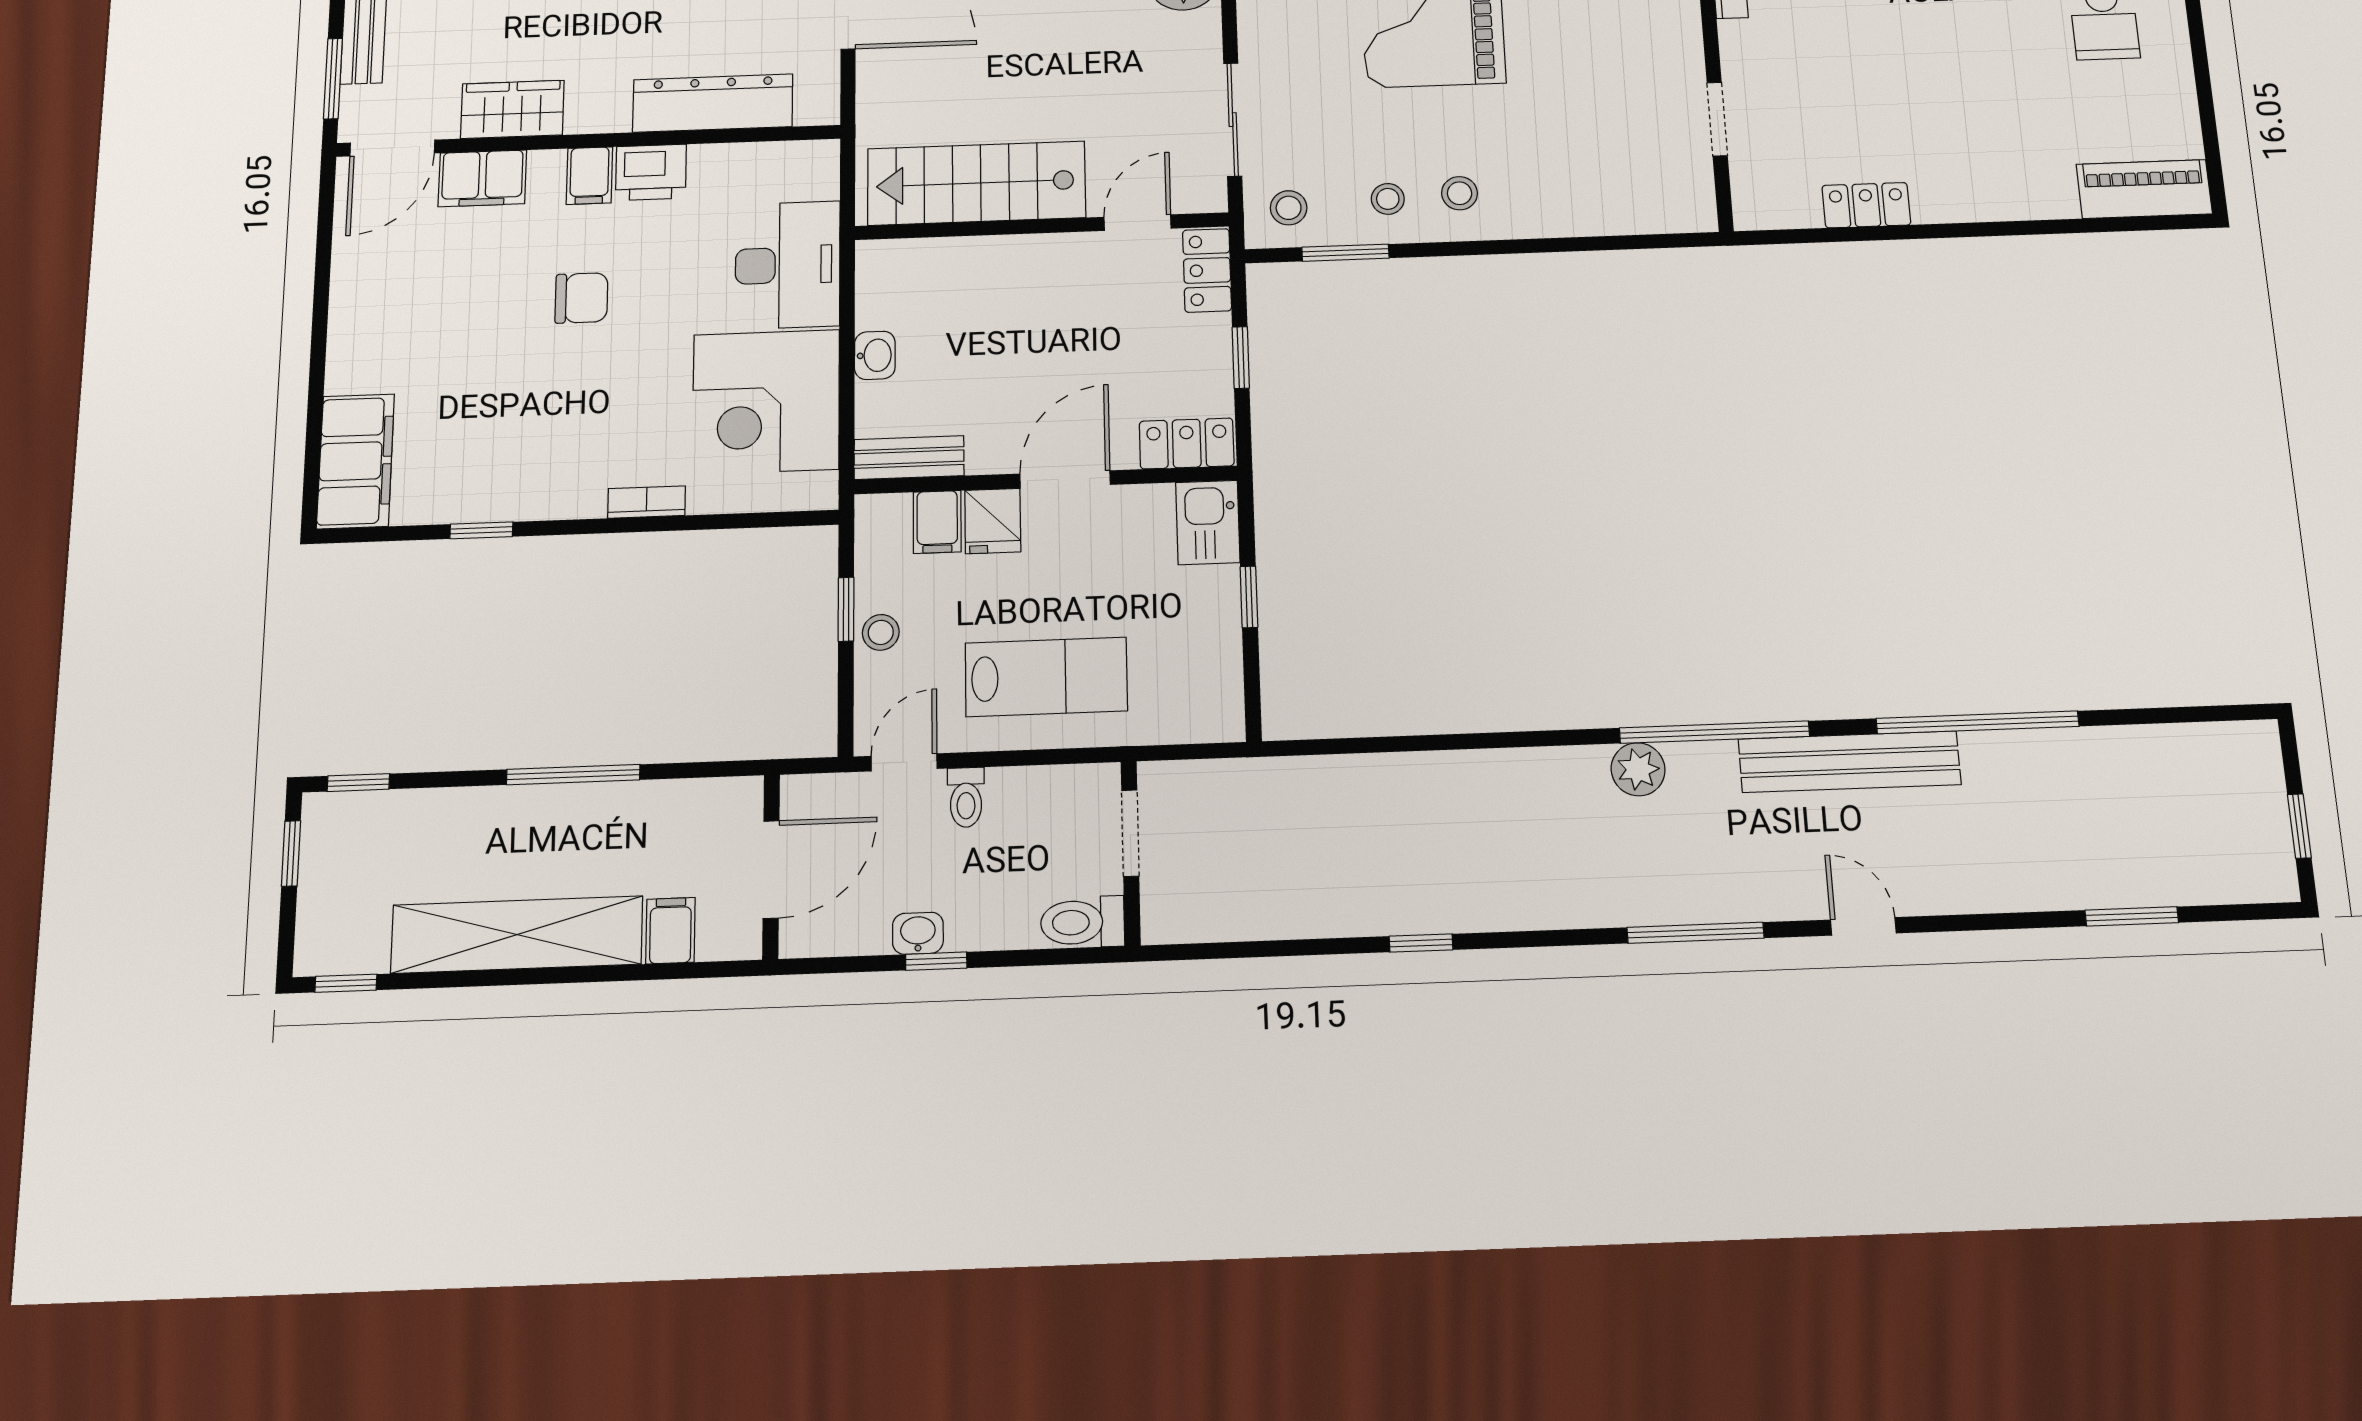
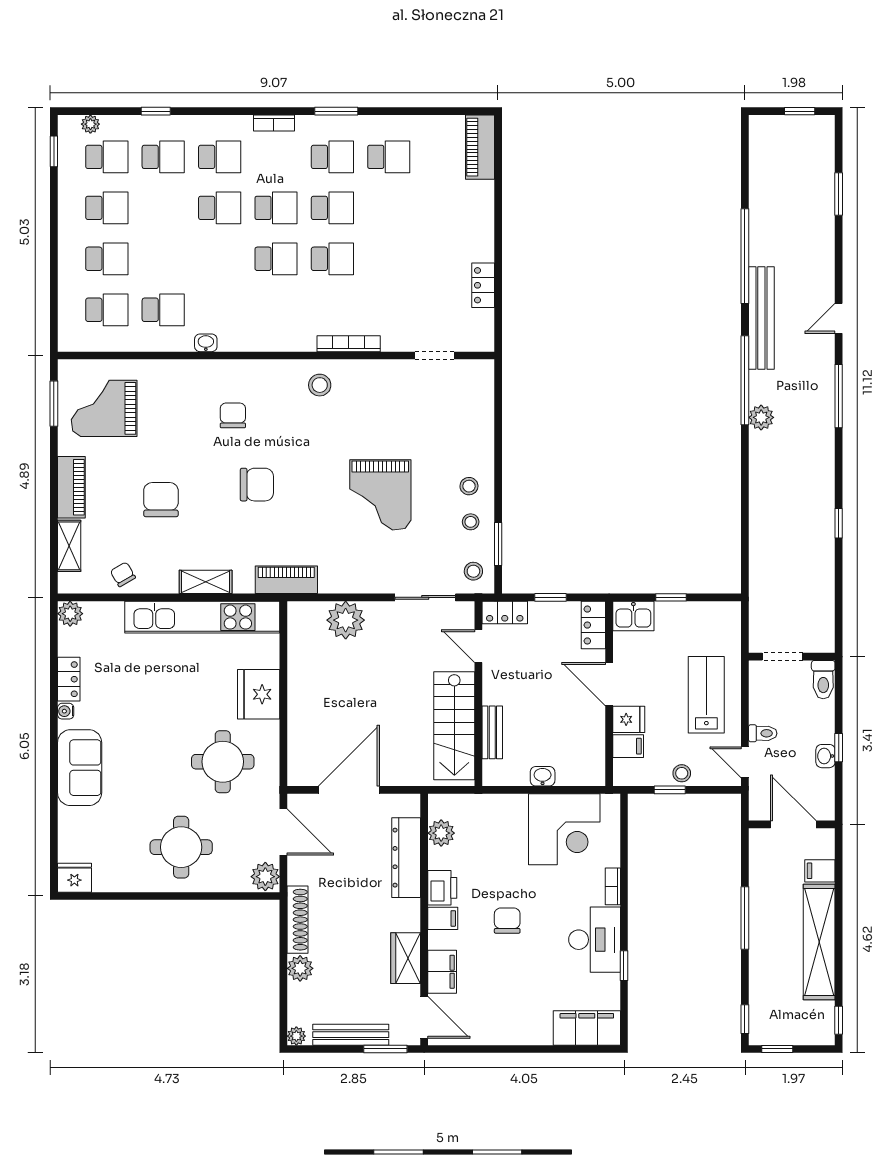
plant: (761, 166) -> (441, 833), added
desk: (788, 265) -> (595, 940), moved, turned 90
bench: (909, 458) -> (492, 732), moved

